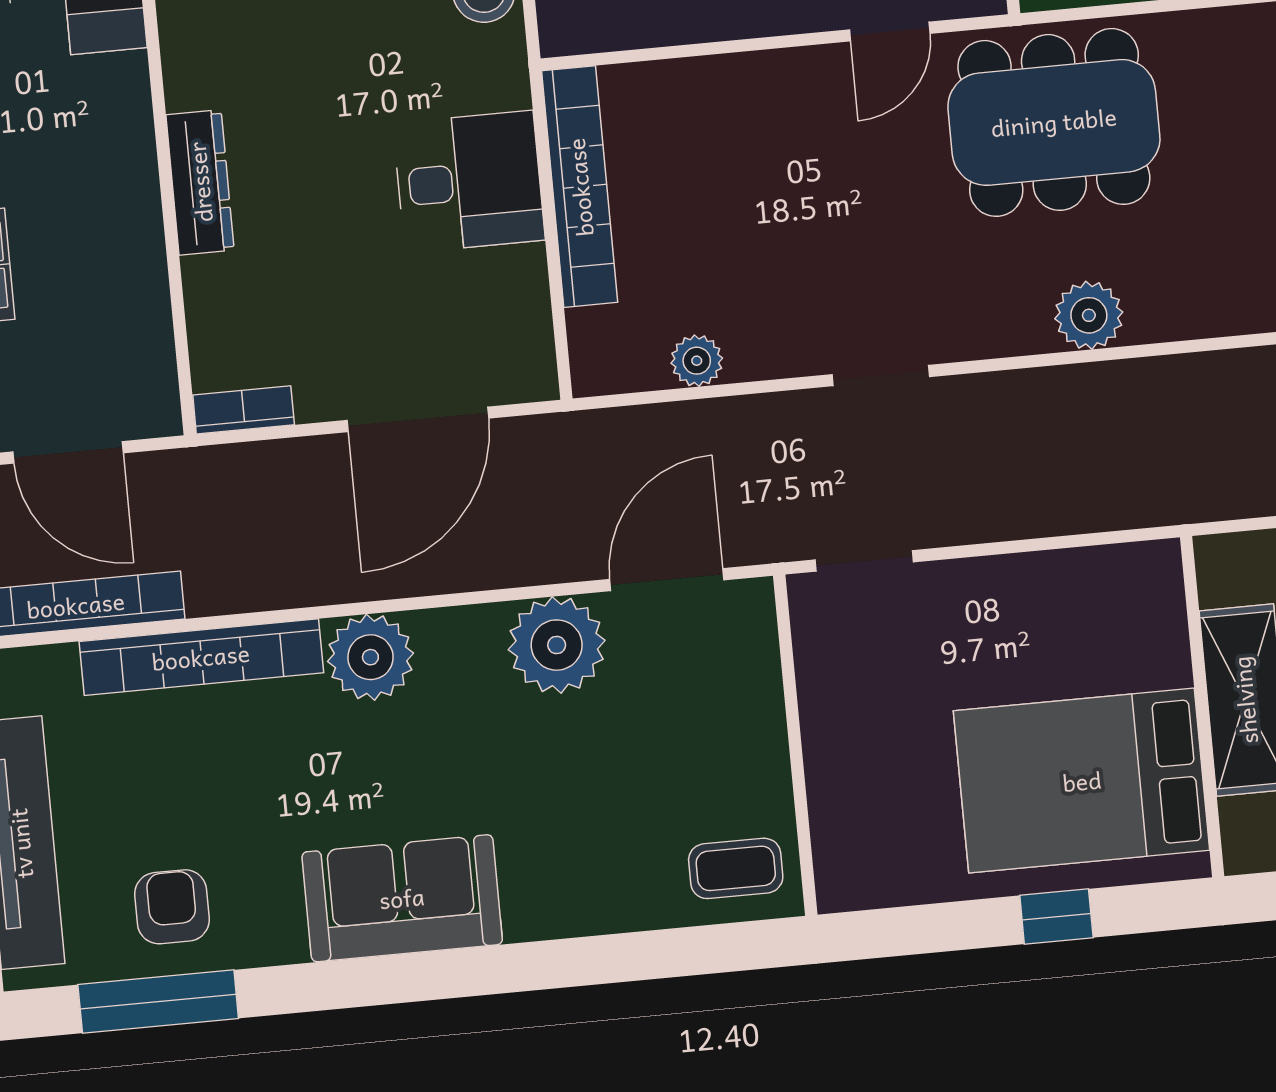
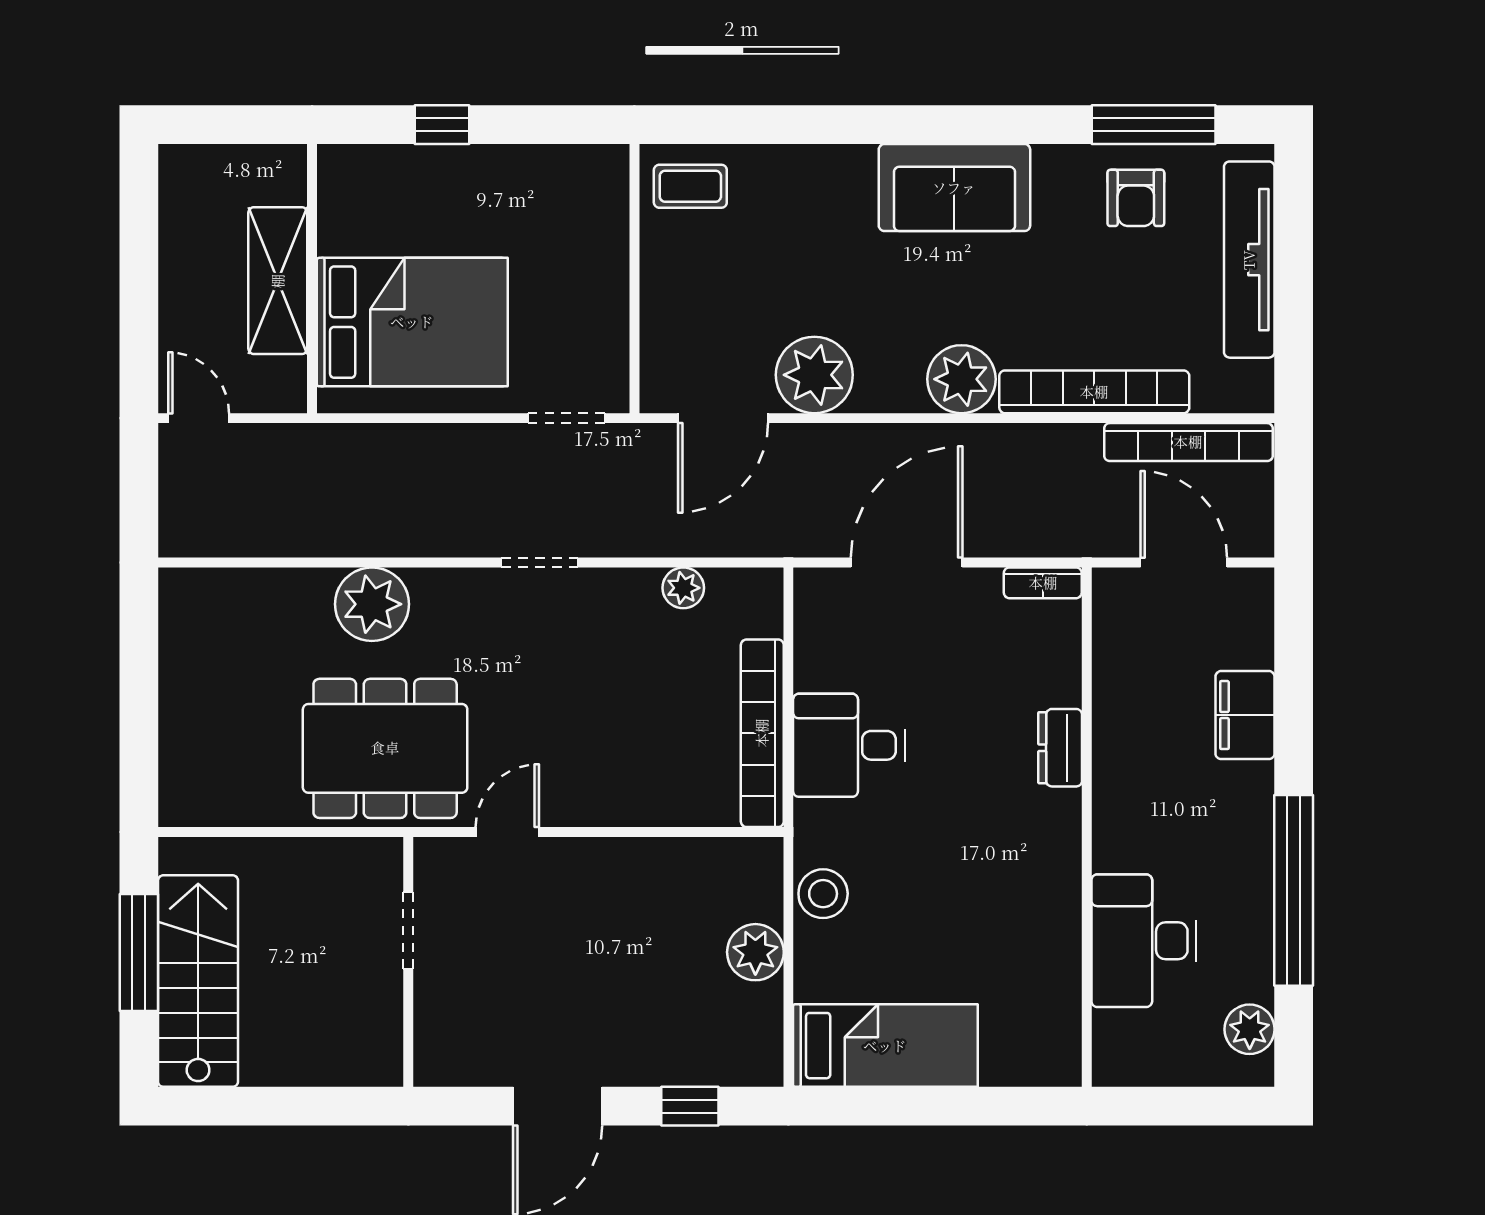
dresser: (200, 182) -> (1060, 748), width x0.70
plant: (1089, 315) -> (372, 604), width x1.36, depth x1.36
bed: (1082, 781) -> (412, 322), moved

